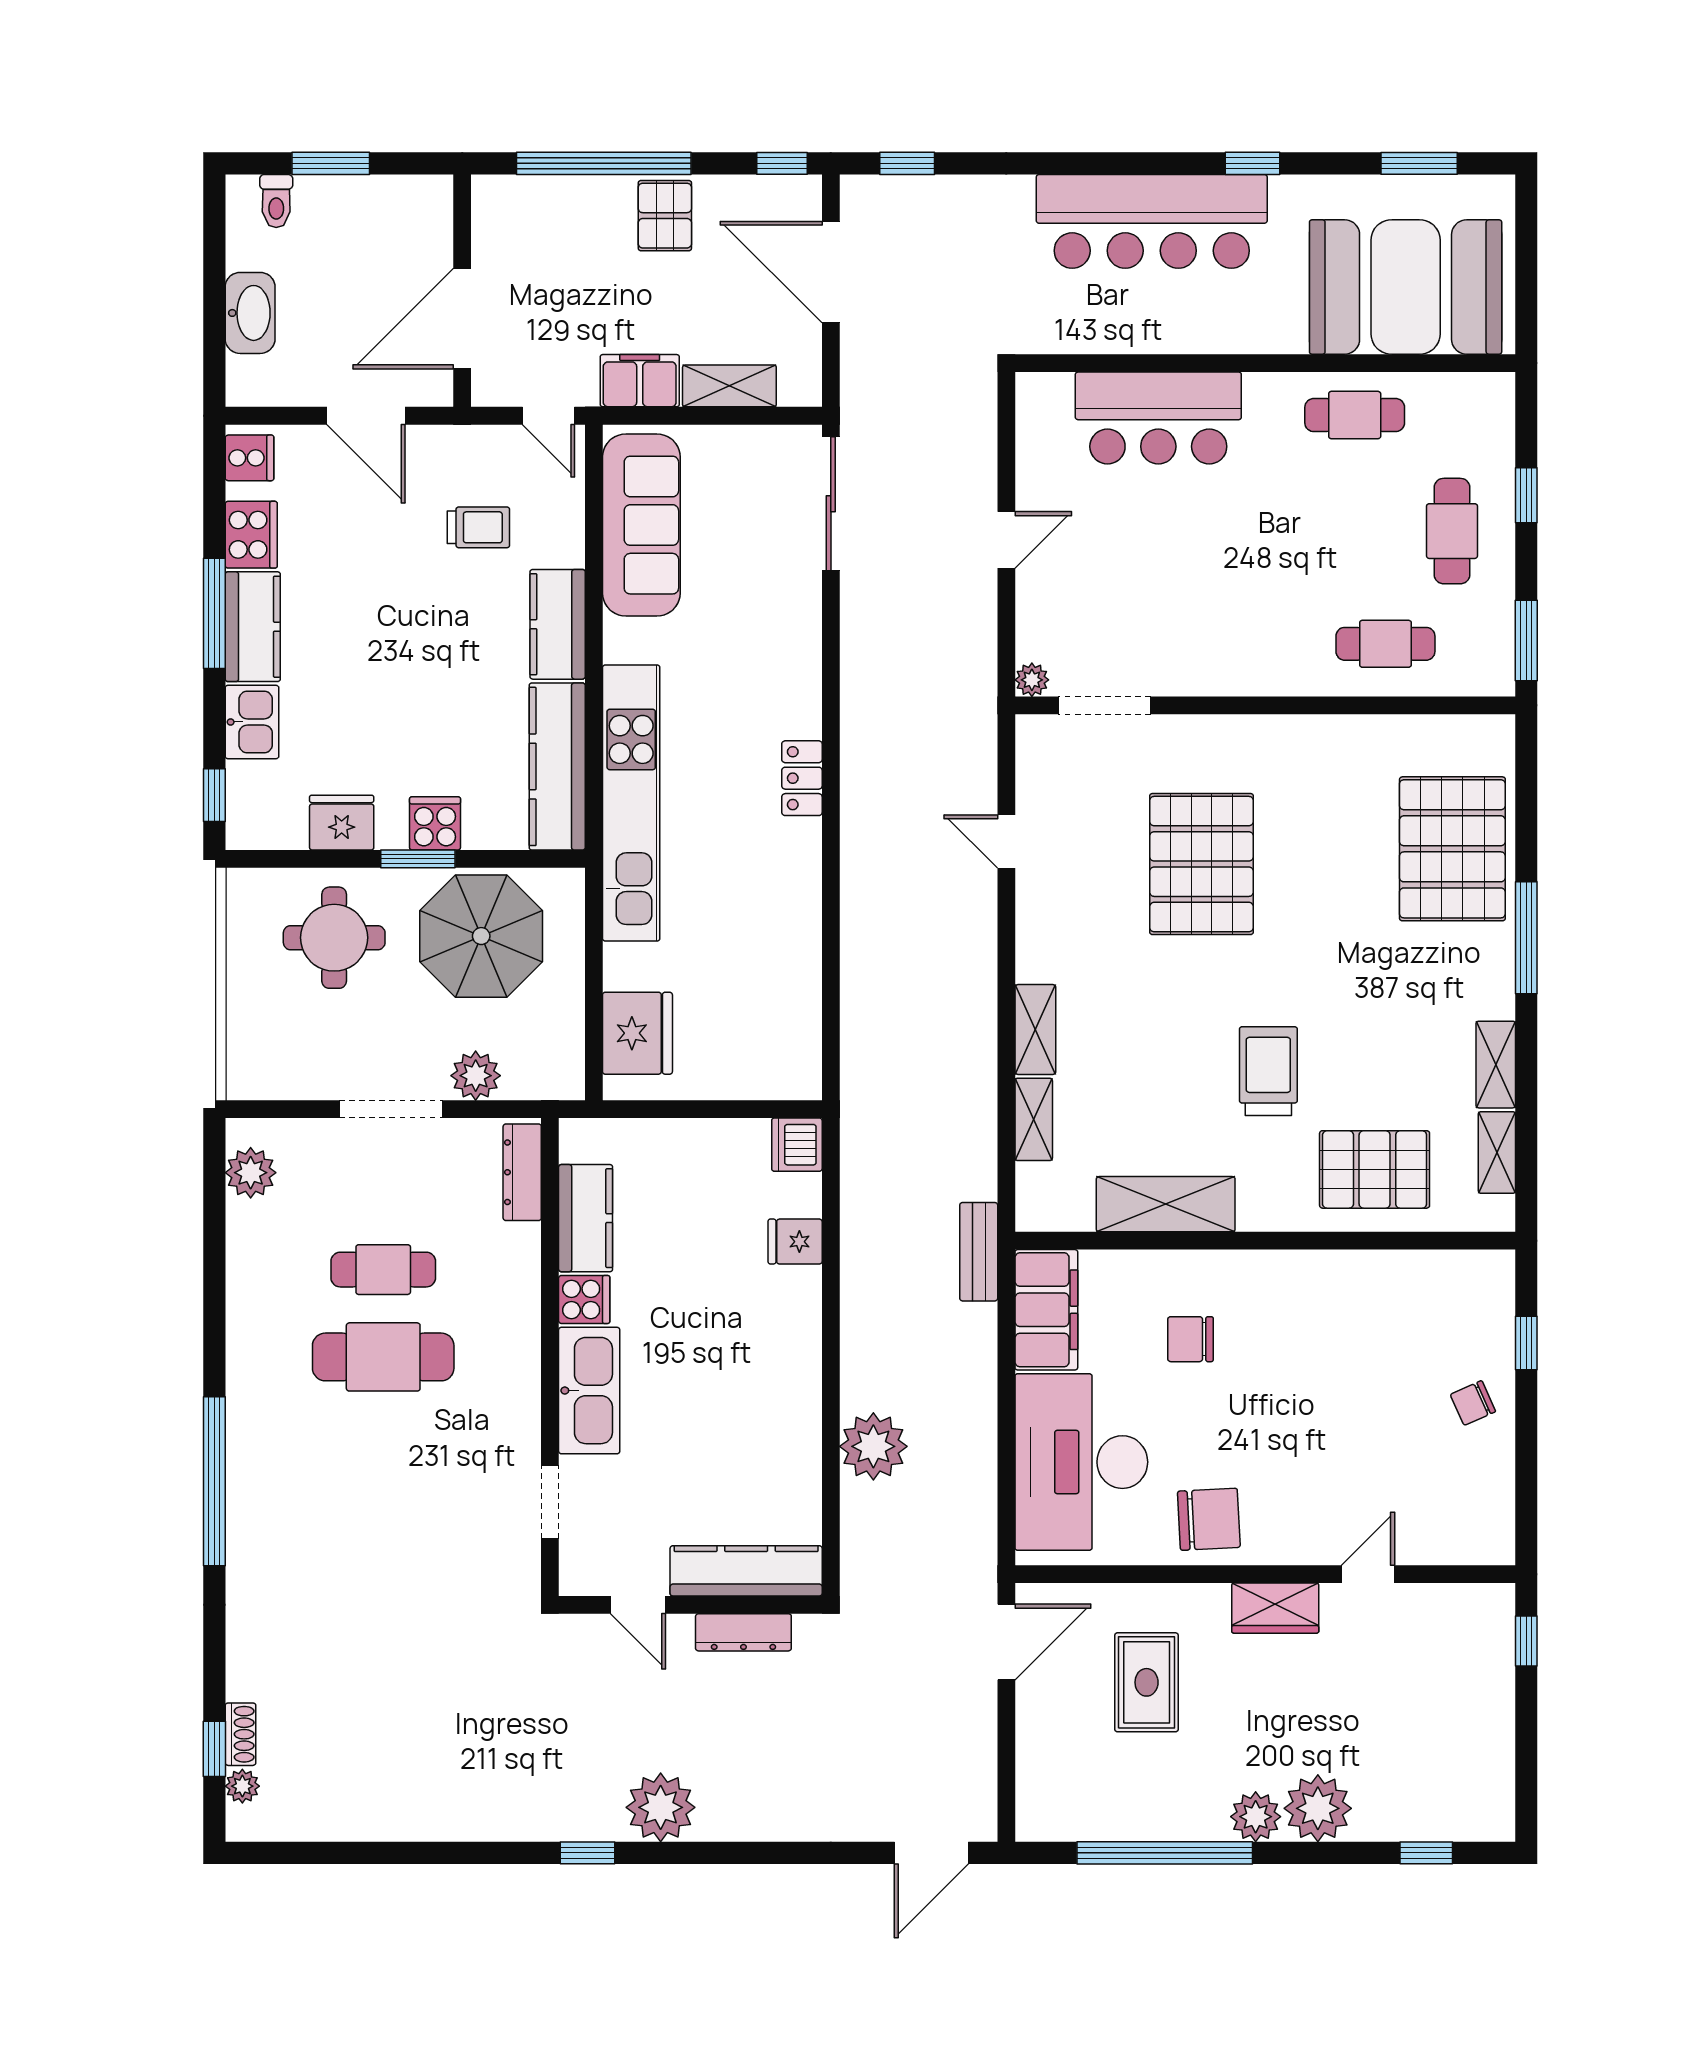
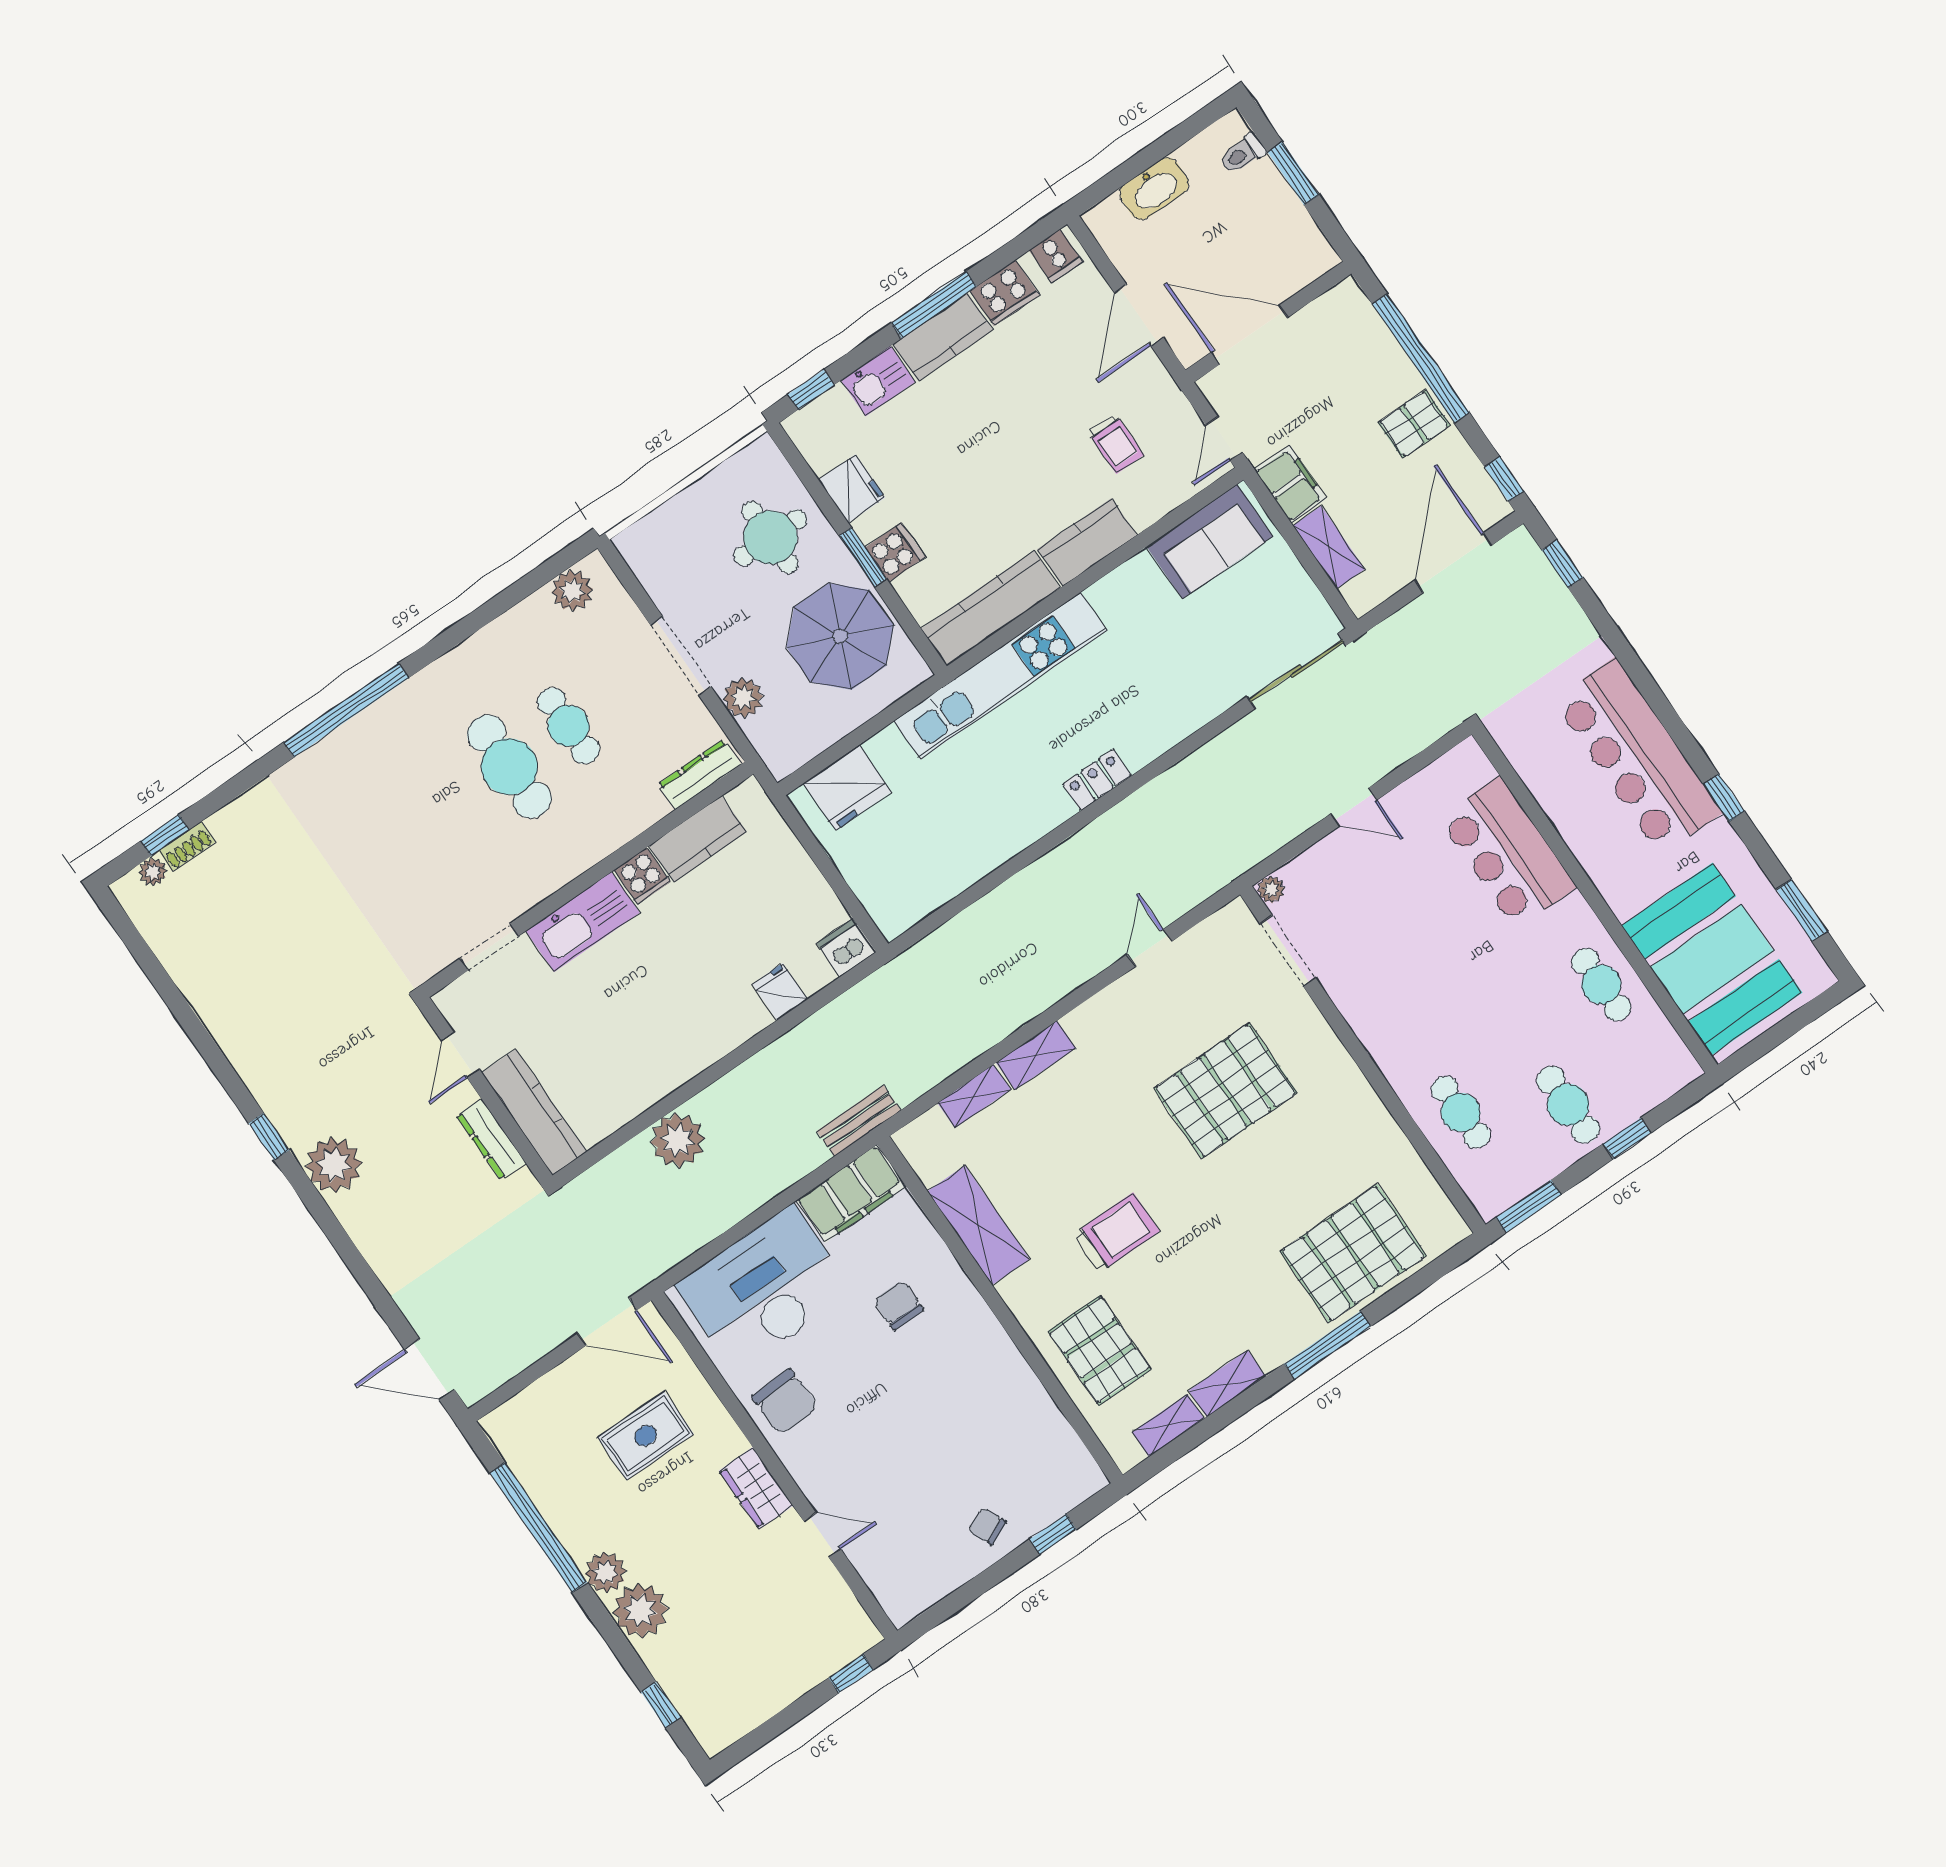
sofa: (641, 525) -> (1210, 541), width x0.73
cafe table: (1452, 531) -> (1568, 1105), turned 90

